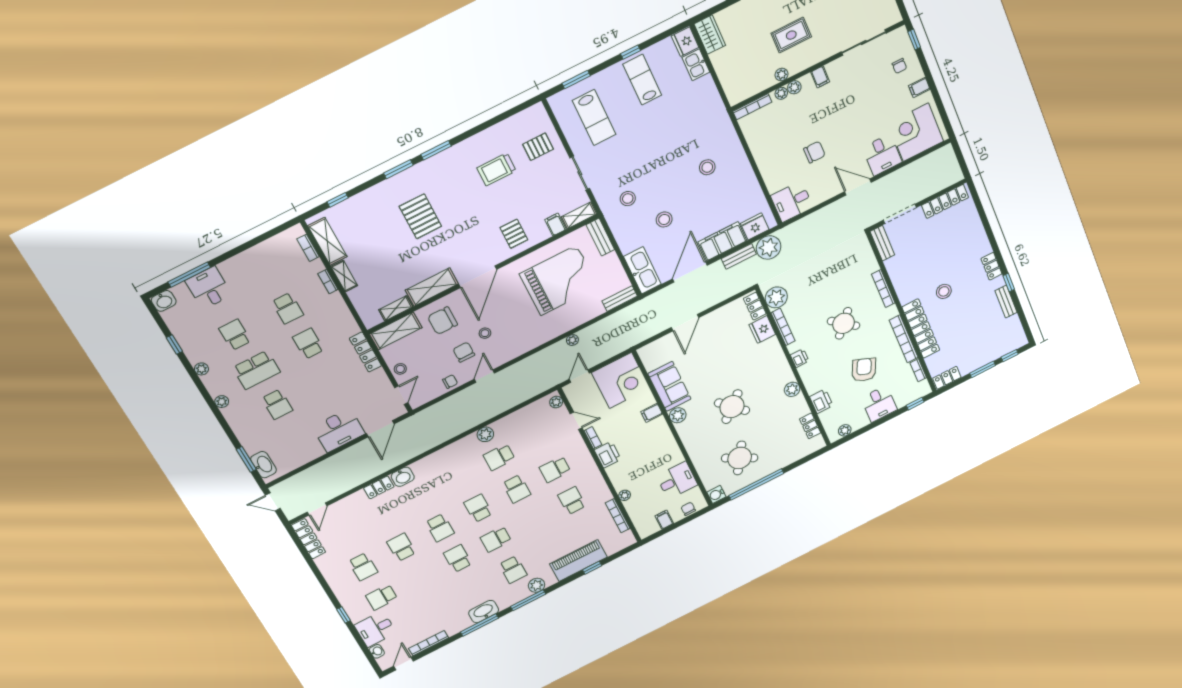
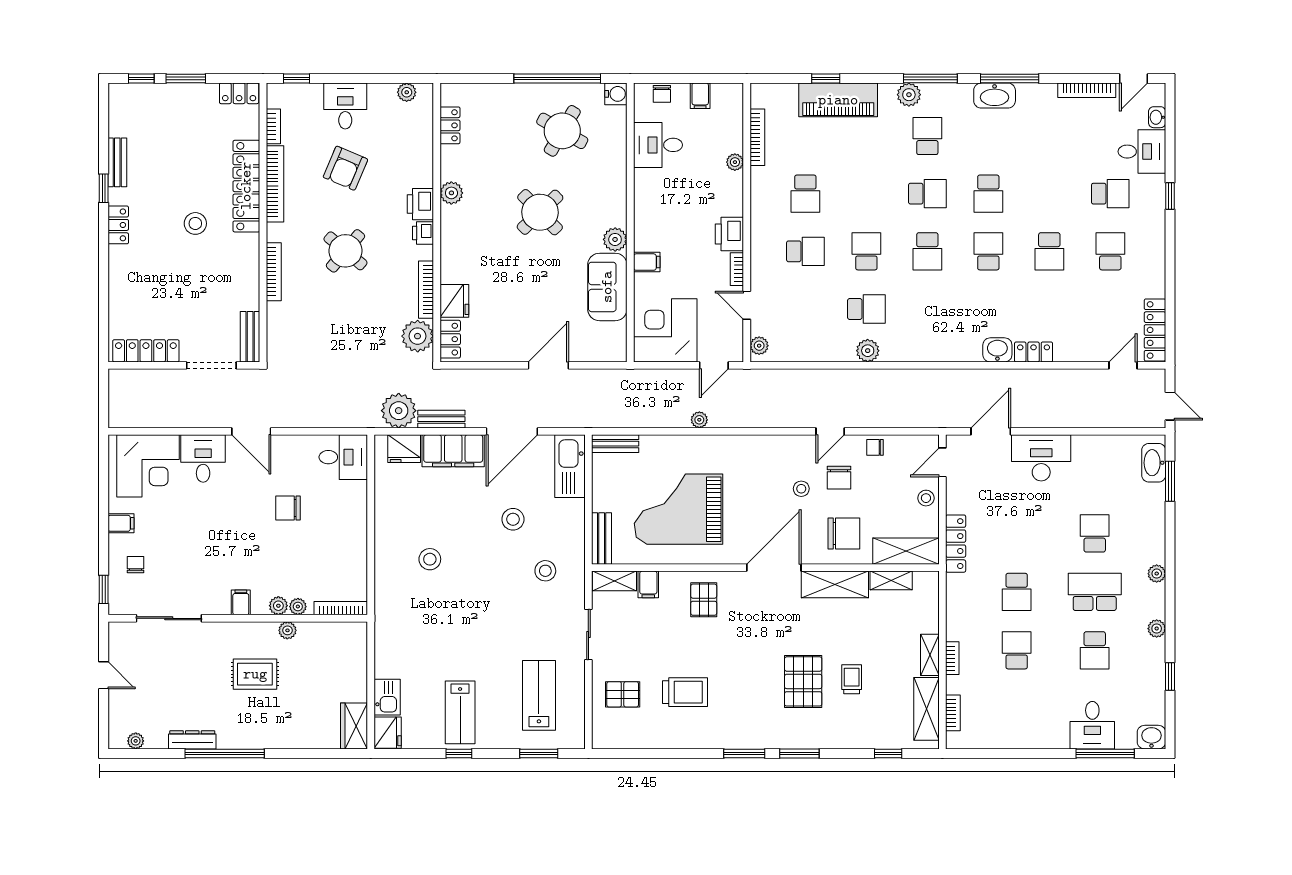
trolley: (388, 234) -> (852, 679), added
printer: (821, 401) -> (420, 204), moved

